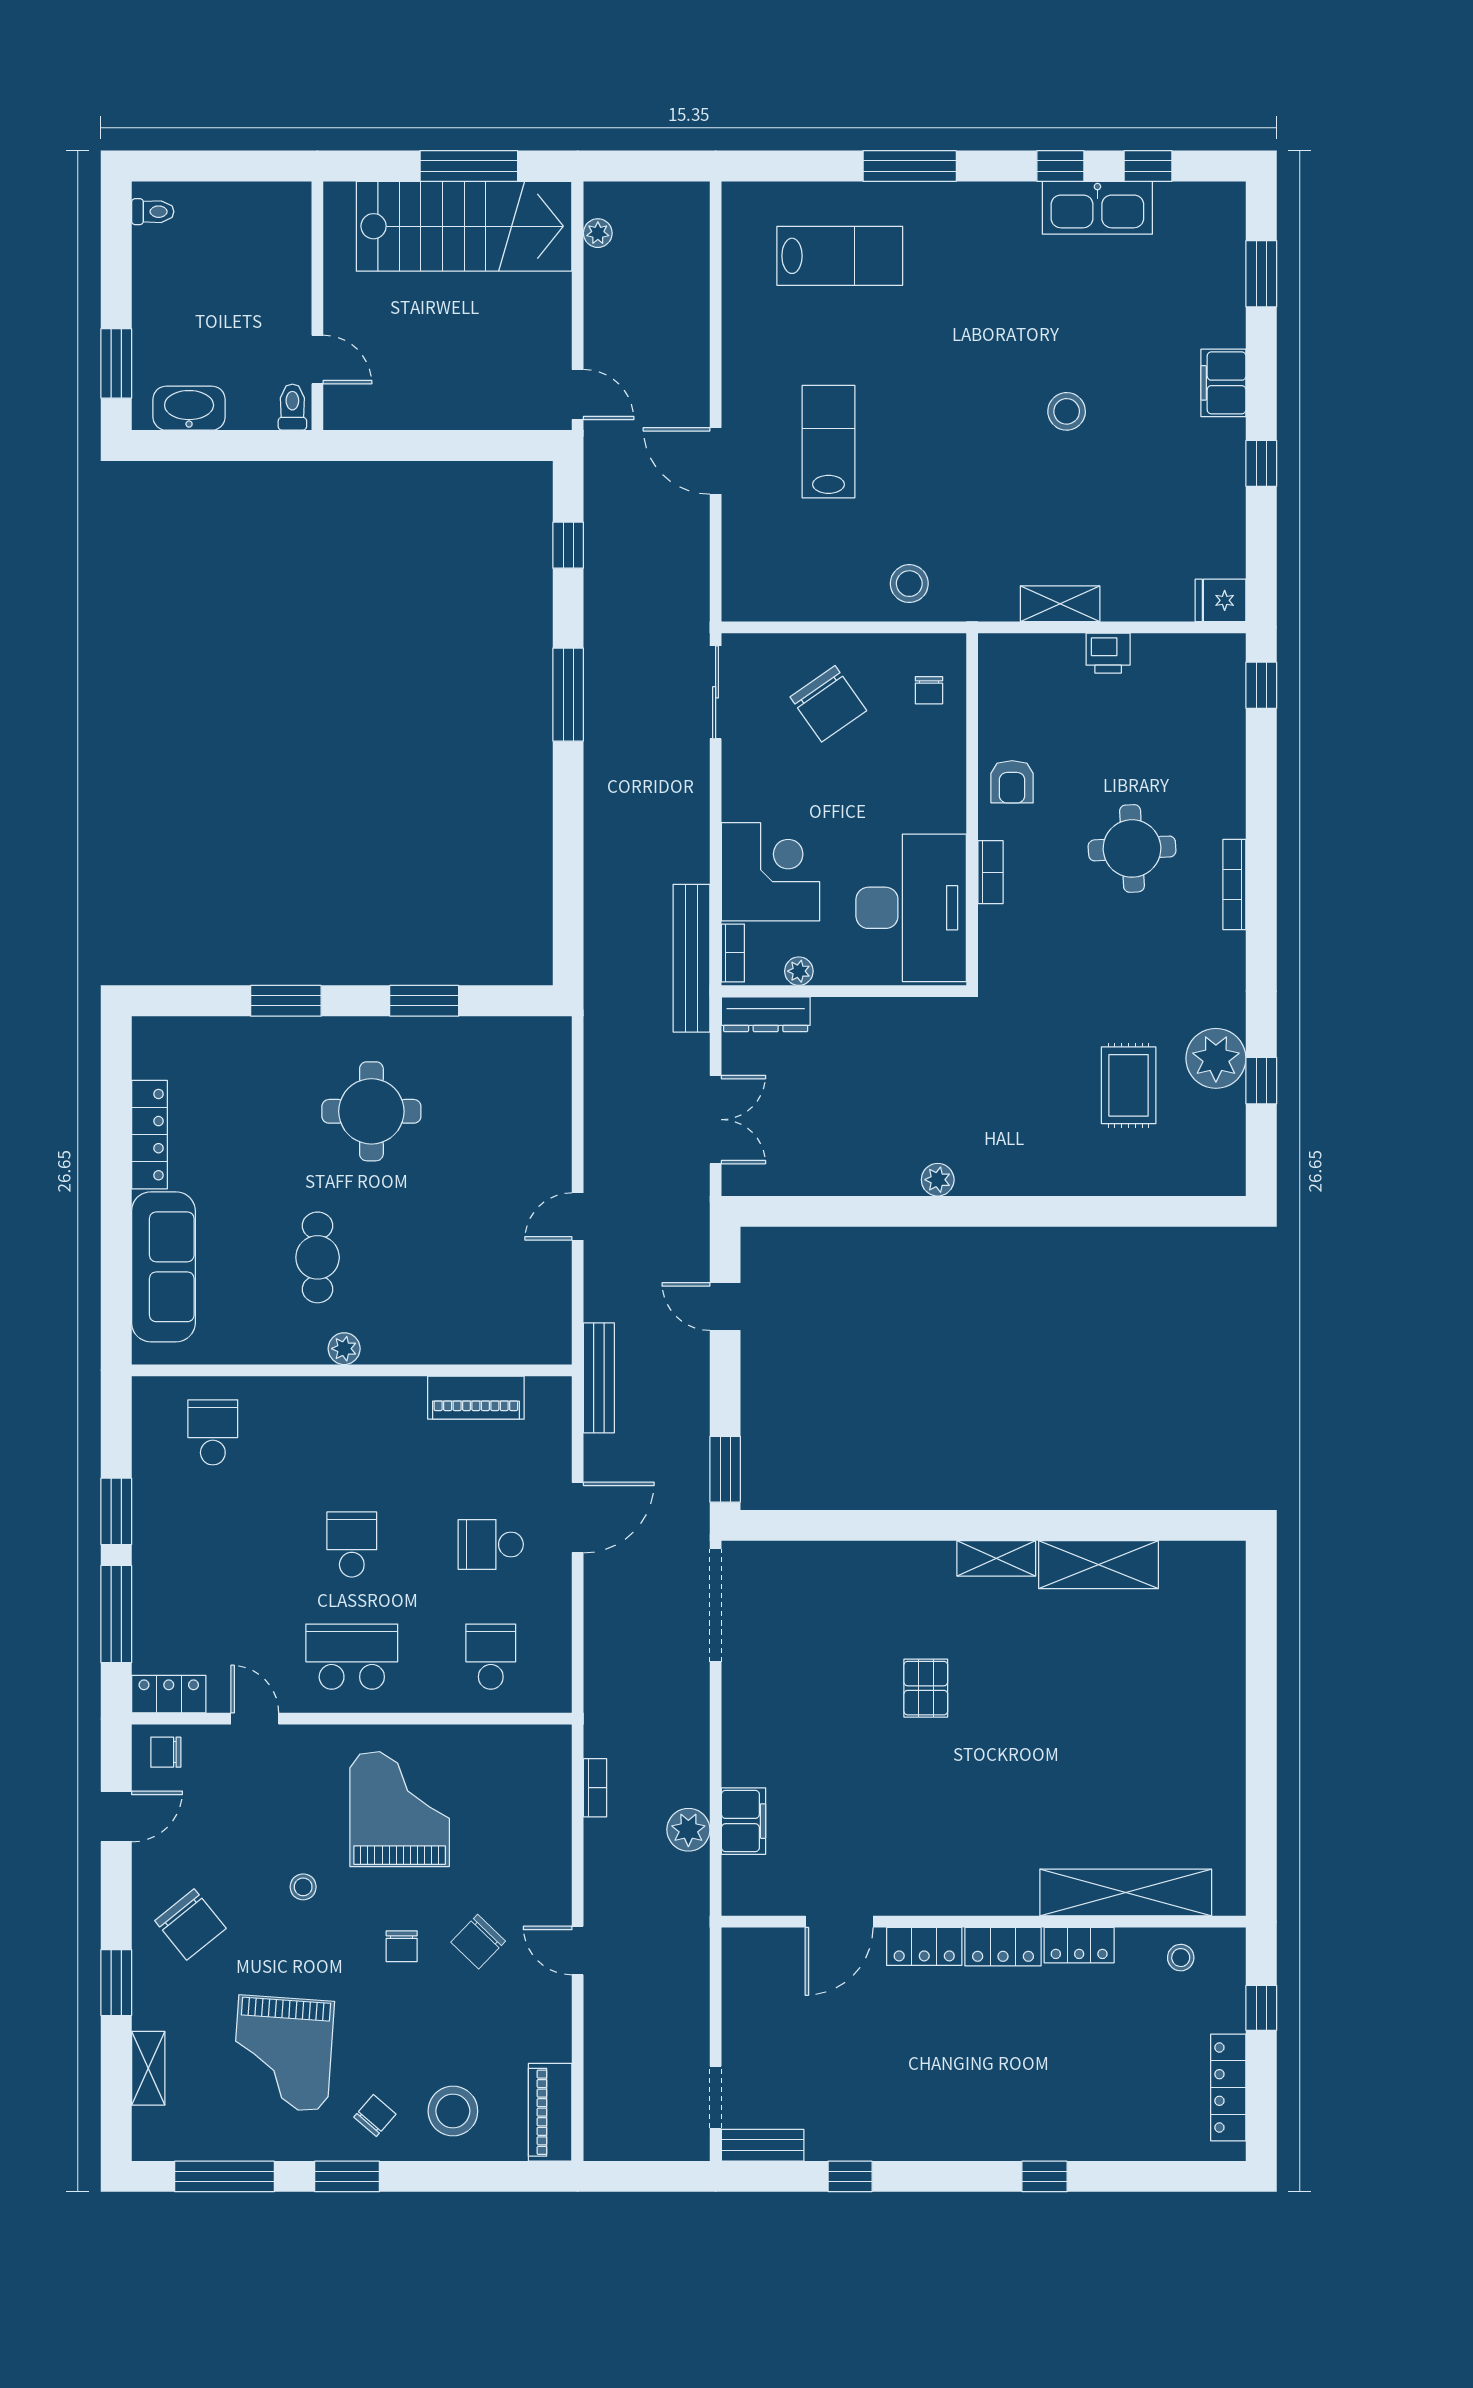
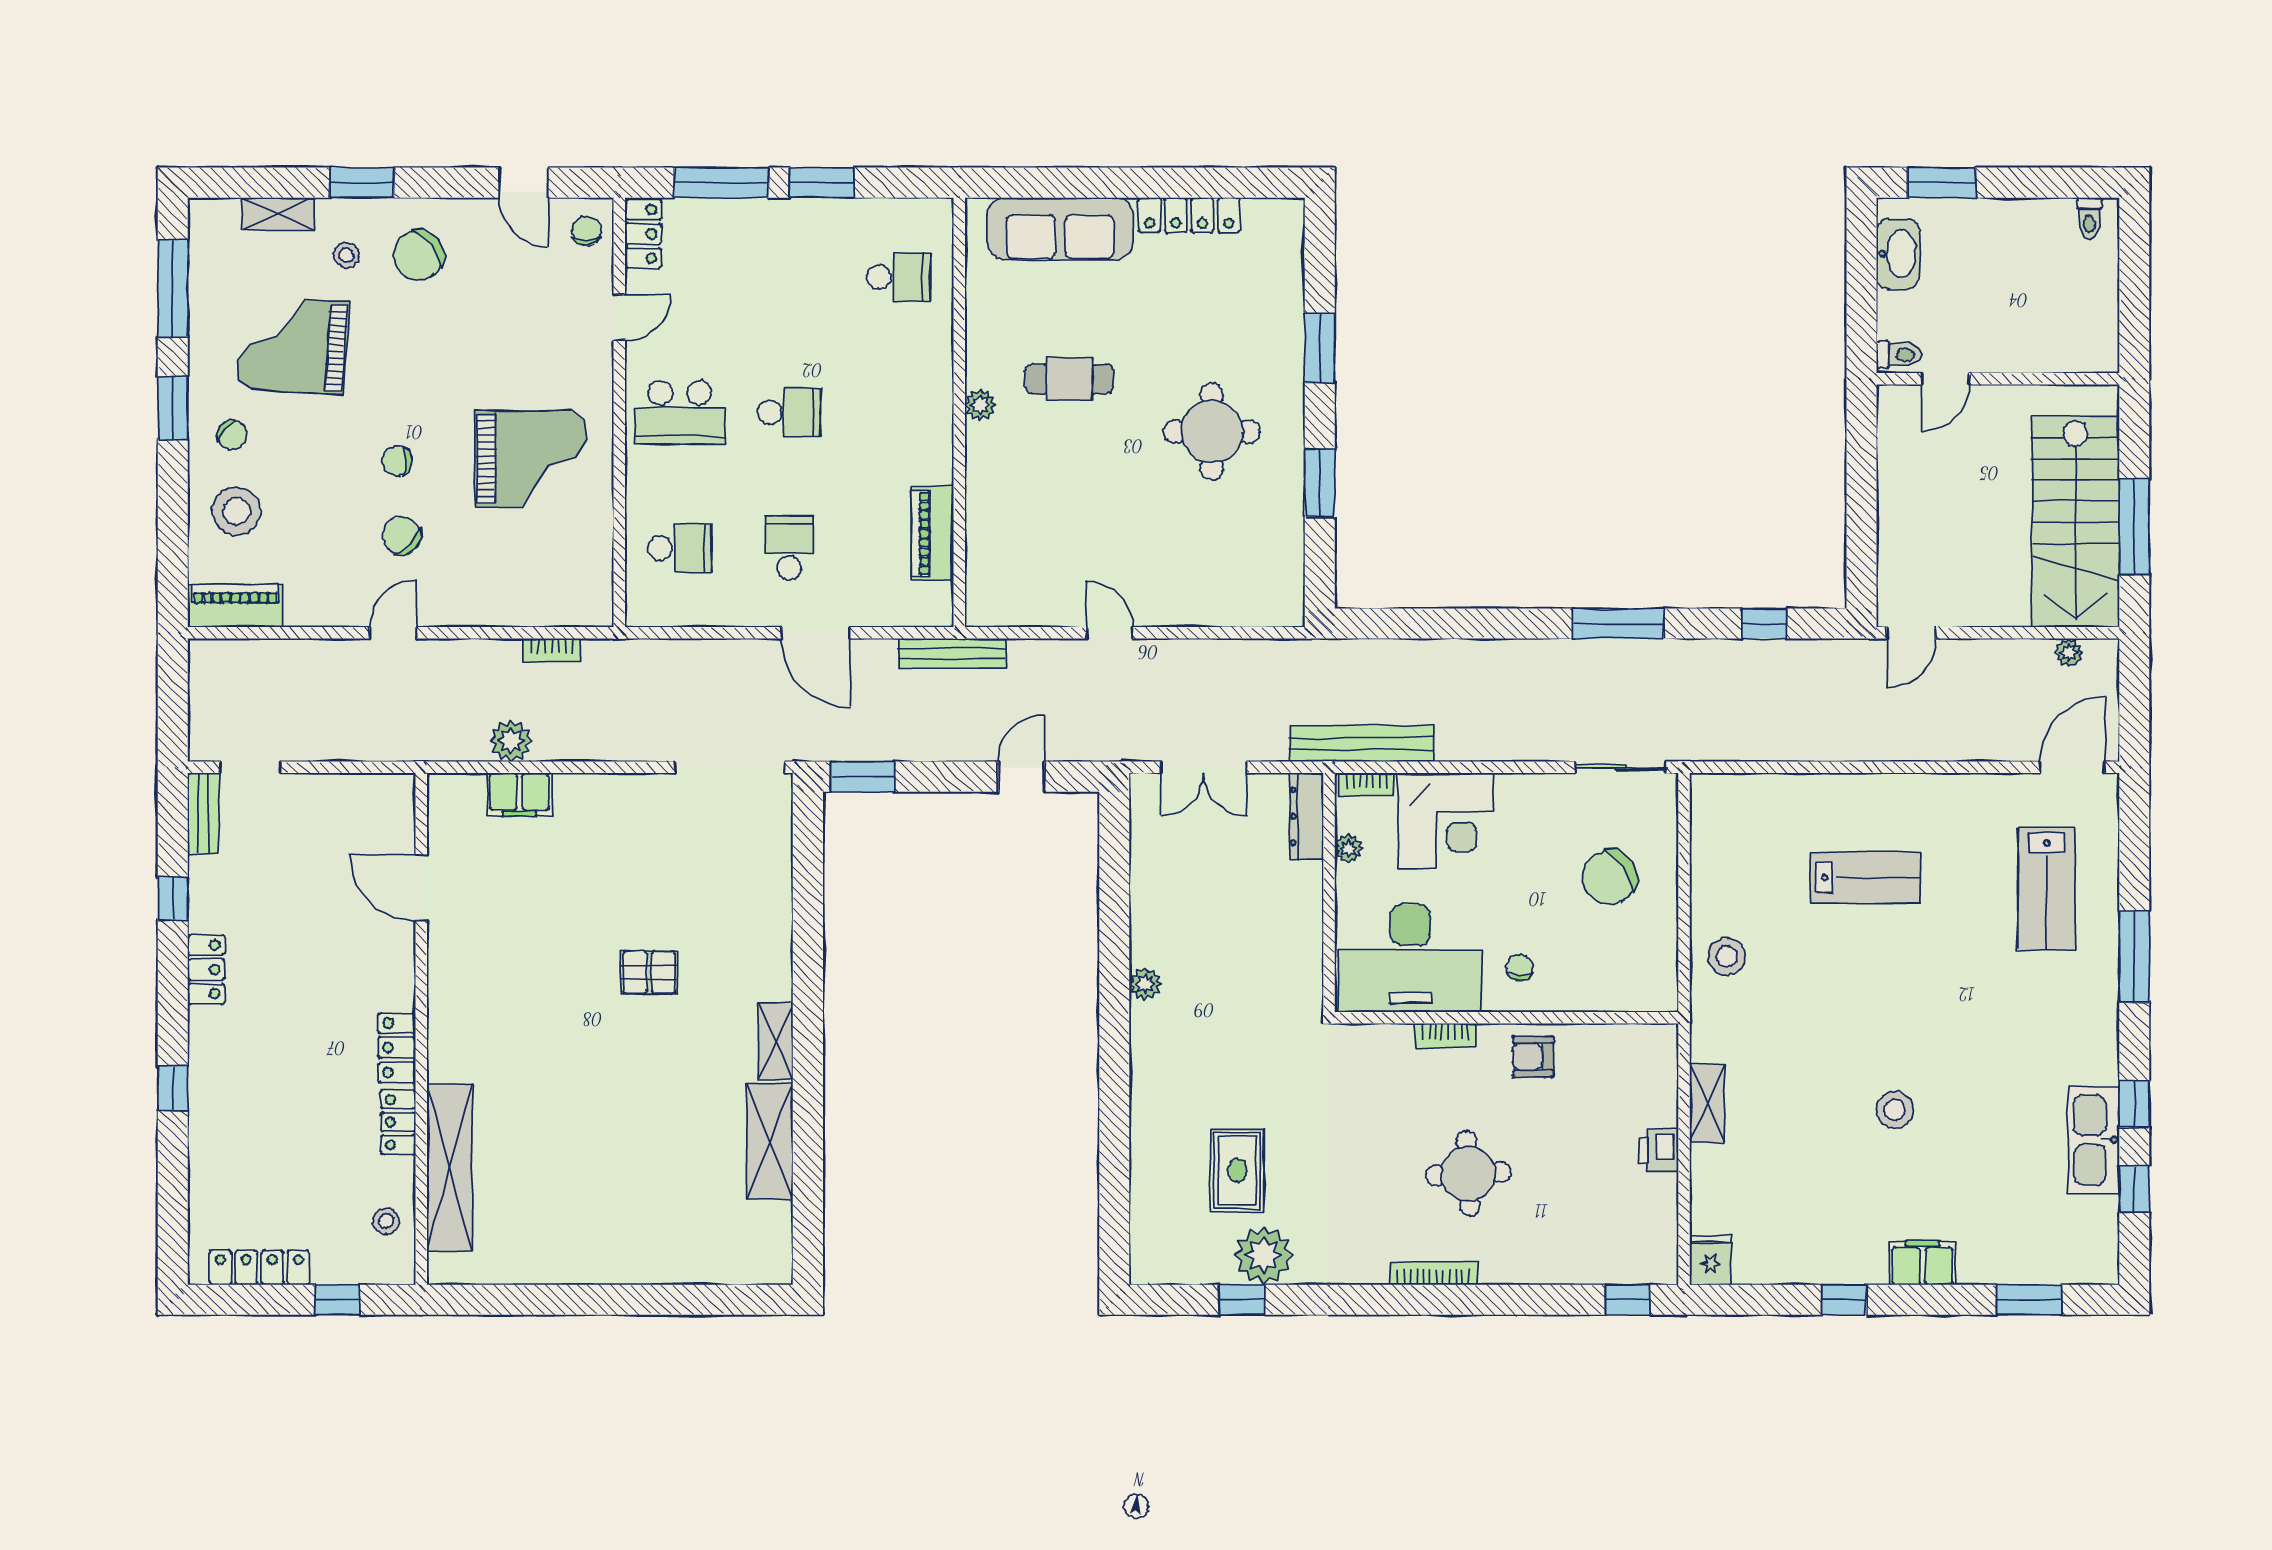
door: (716, 461) -> (2072, 767), moved
chair: (929, 690) -> (1520, 968), moved, turned 90
rug: (1129, 1085) -> (1237, 1170), turned 90
school desk: (352, 1657) -> (680, 412), turned 90
stool: (303, 1887) -> (346, 255), moved
locker: (924, 1946) -> (206, 969), moved, turned 180

